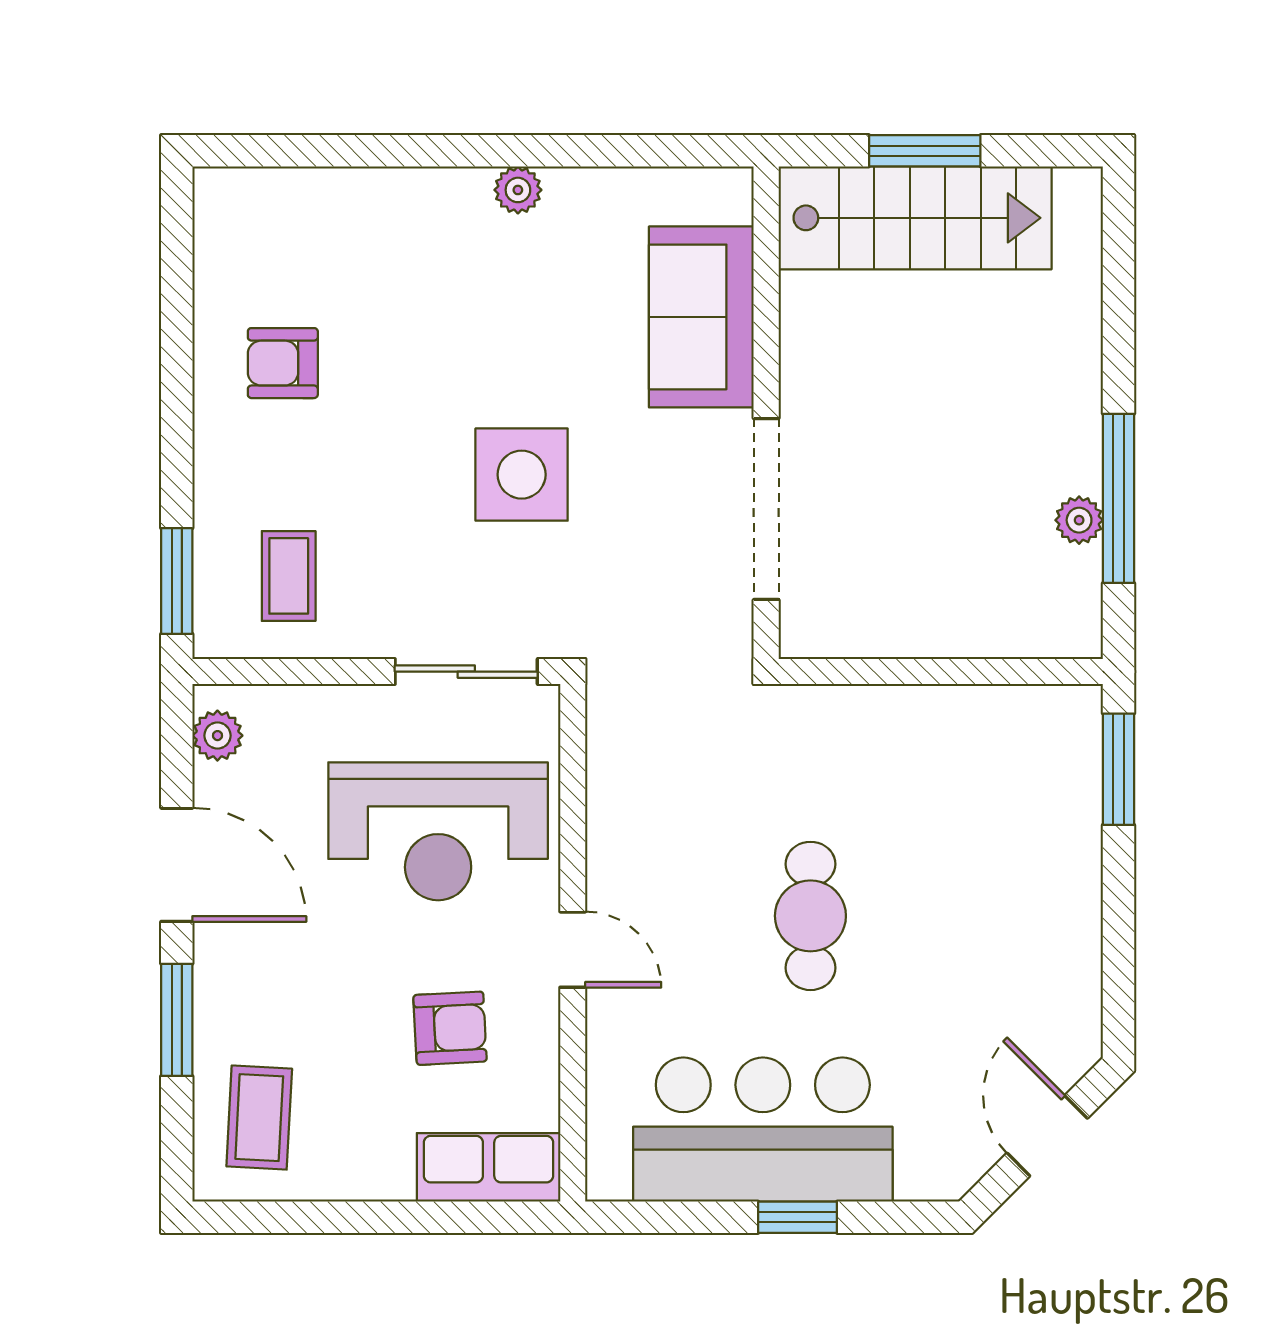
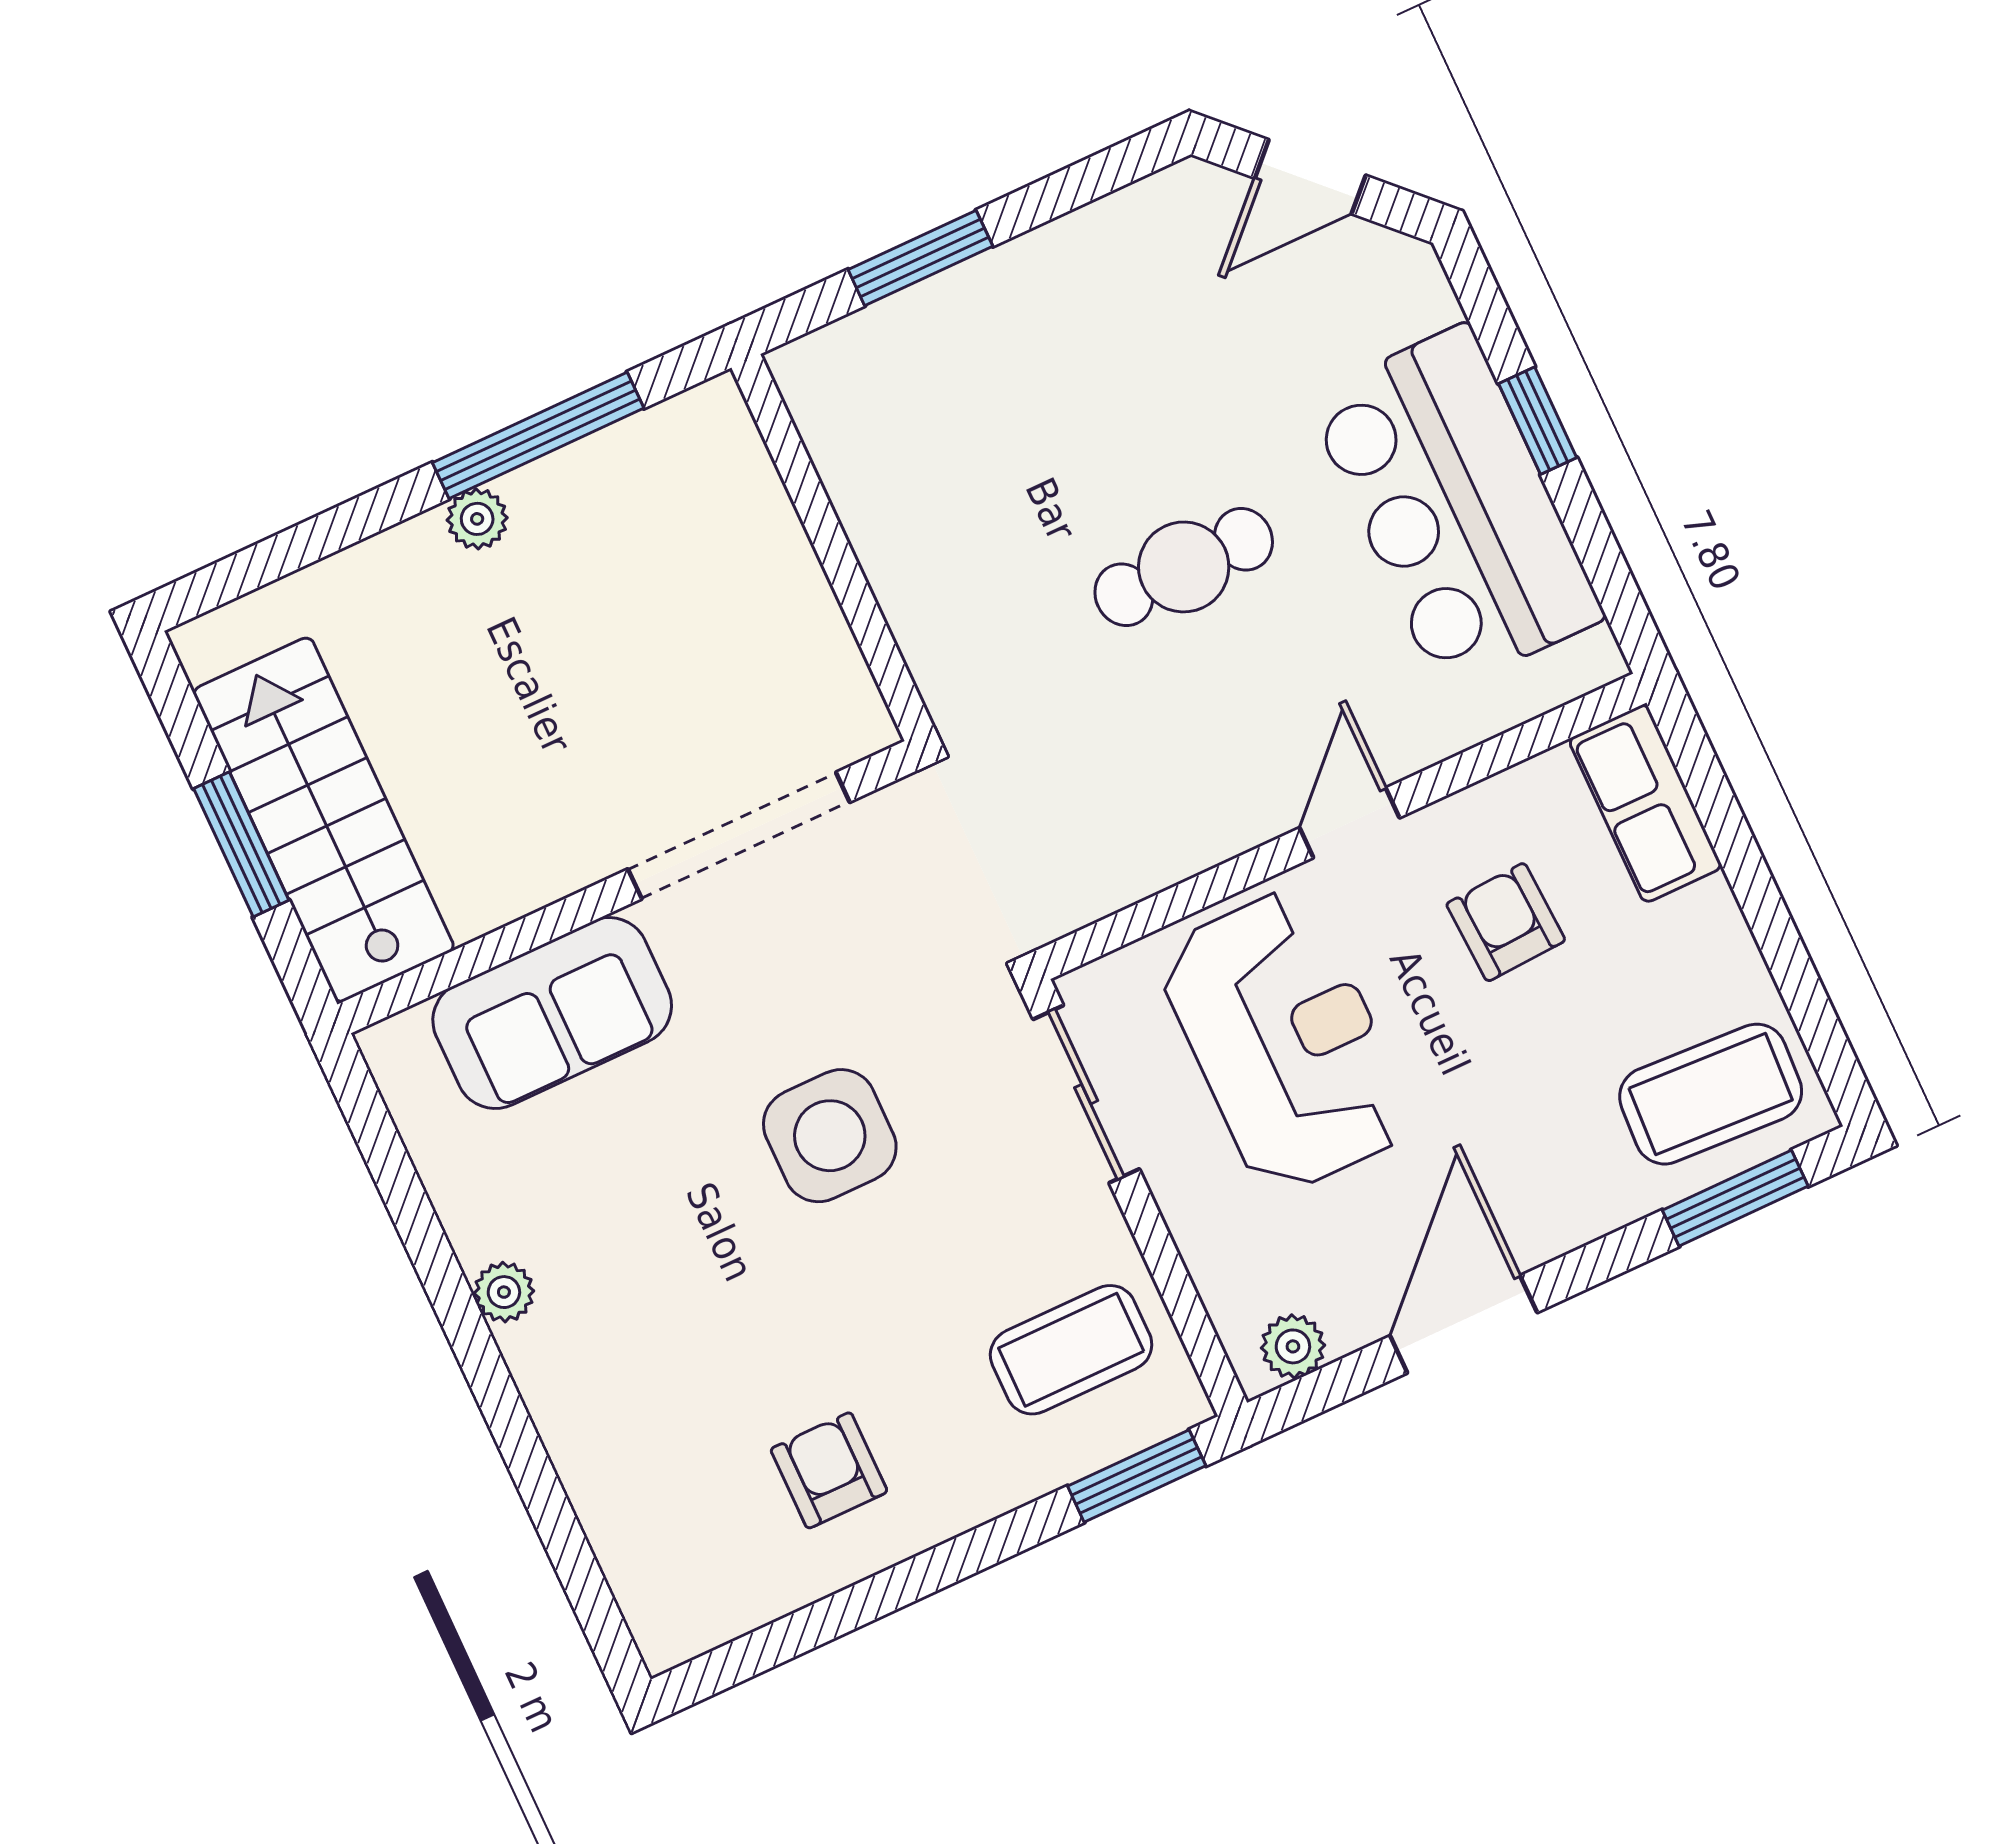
armchair: (283, 363) -> (829, 1470), turned 180
plant: (1079, 520) -> (477, 519), moved
coffee table: (289, 576) -> (1071, 1350), width x1.36, depth x1.30
window: (1118, 769) -> (920, 258), moved
window: (177, 1020) -> (1735, 1198), moved
coffee table: (259, 1118) -> (1711, 1094), width x1.36, depth x1.30

